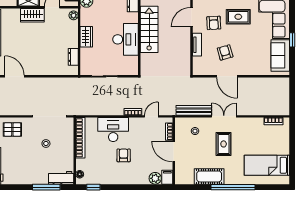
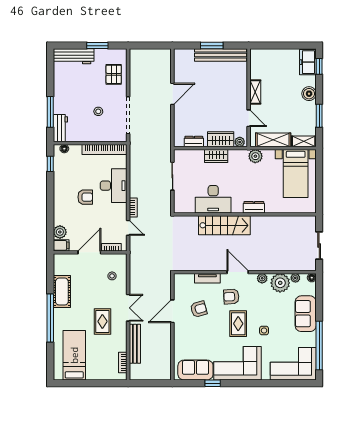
wardrobe: (32, 15) -> (221, 139), moved, turned 90
door: (14, 76) -> (172, 94), moved
bench: (194, 110) -> (135, 344), moved
rug: (224, 144) -> (102, 321), moved, turned 90

